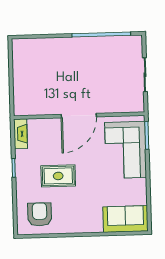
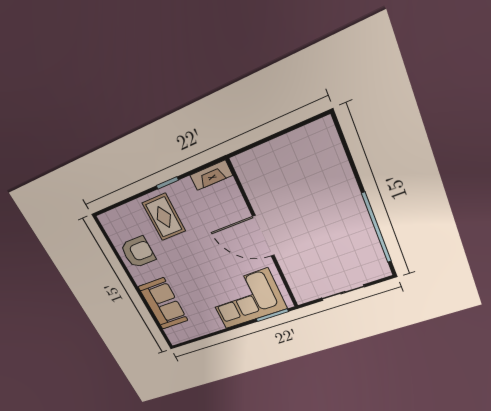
rug: (58, 176) -> (164, 217), moved
armchair: (40, 214) -> (138, 252), moved
sofa: (125, 219) -> (163, 304), moved

